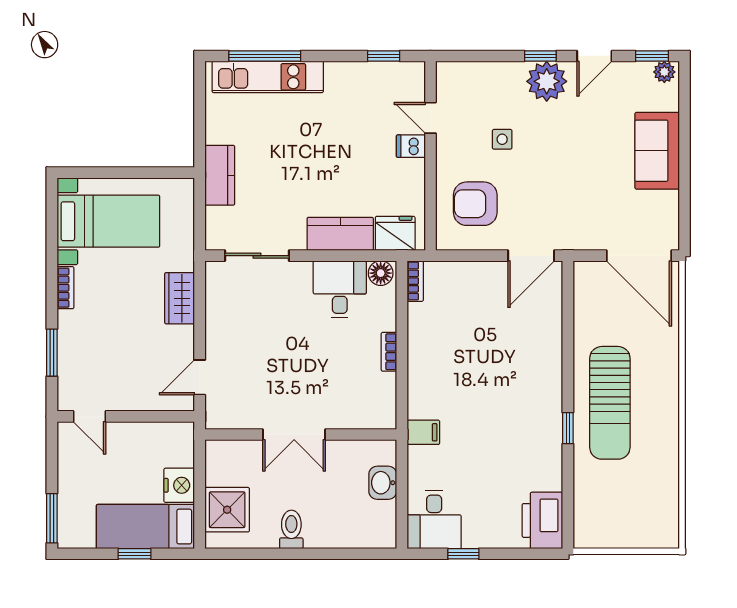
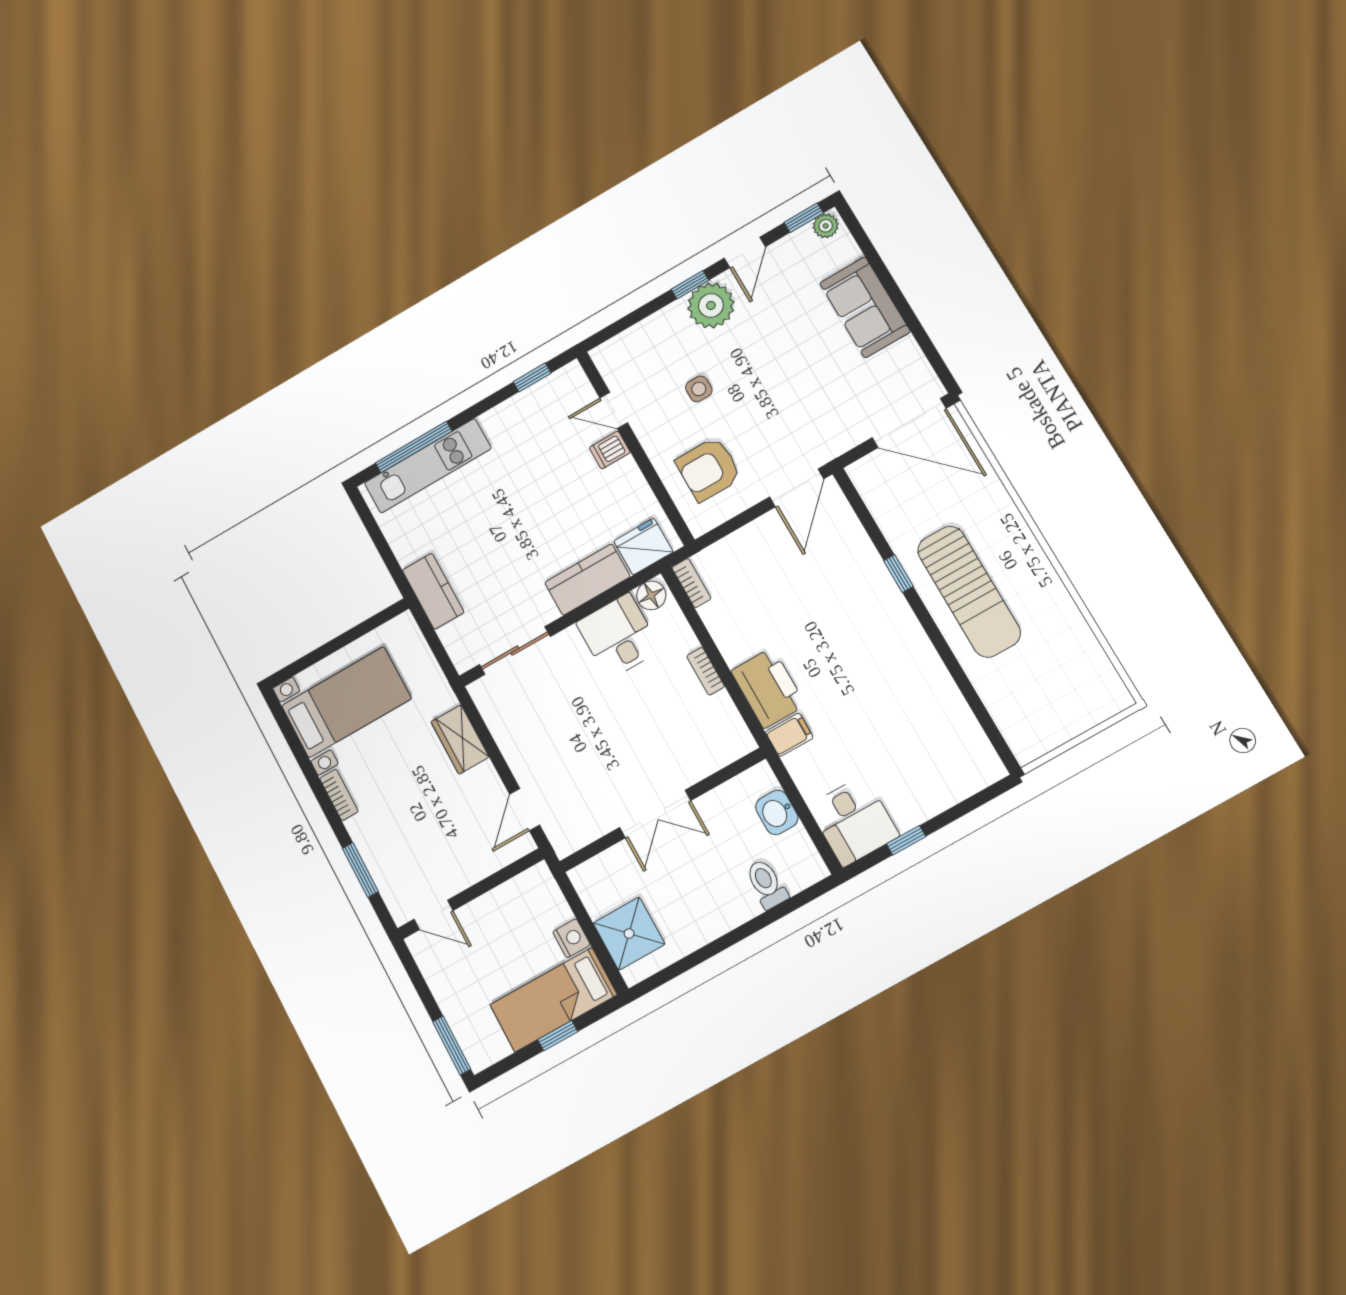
window: (568, 428) -> (898, 573), moved
nightstand: (179, 485) -> (571, 938), width x0.74, depth x0.75
printer: (542, 520) -> (768, 688), moved, turned 180
toilet: (291, 529) -> (767, 884), moved

